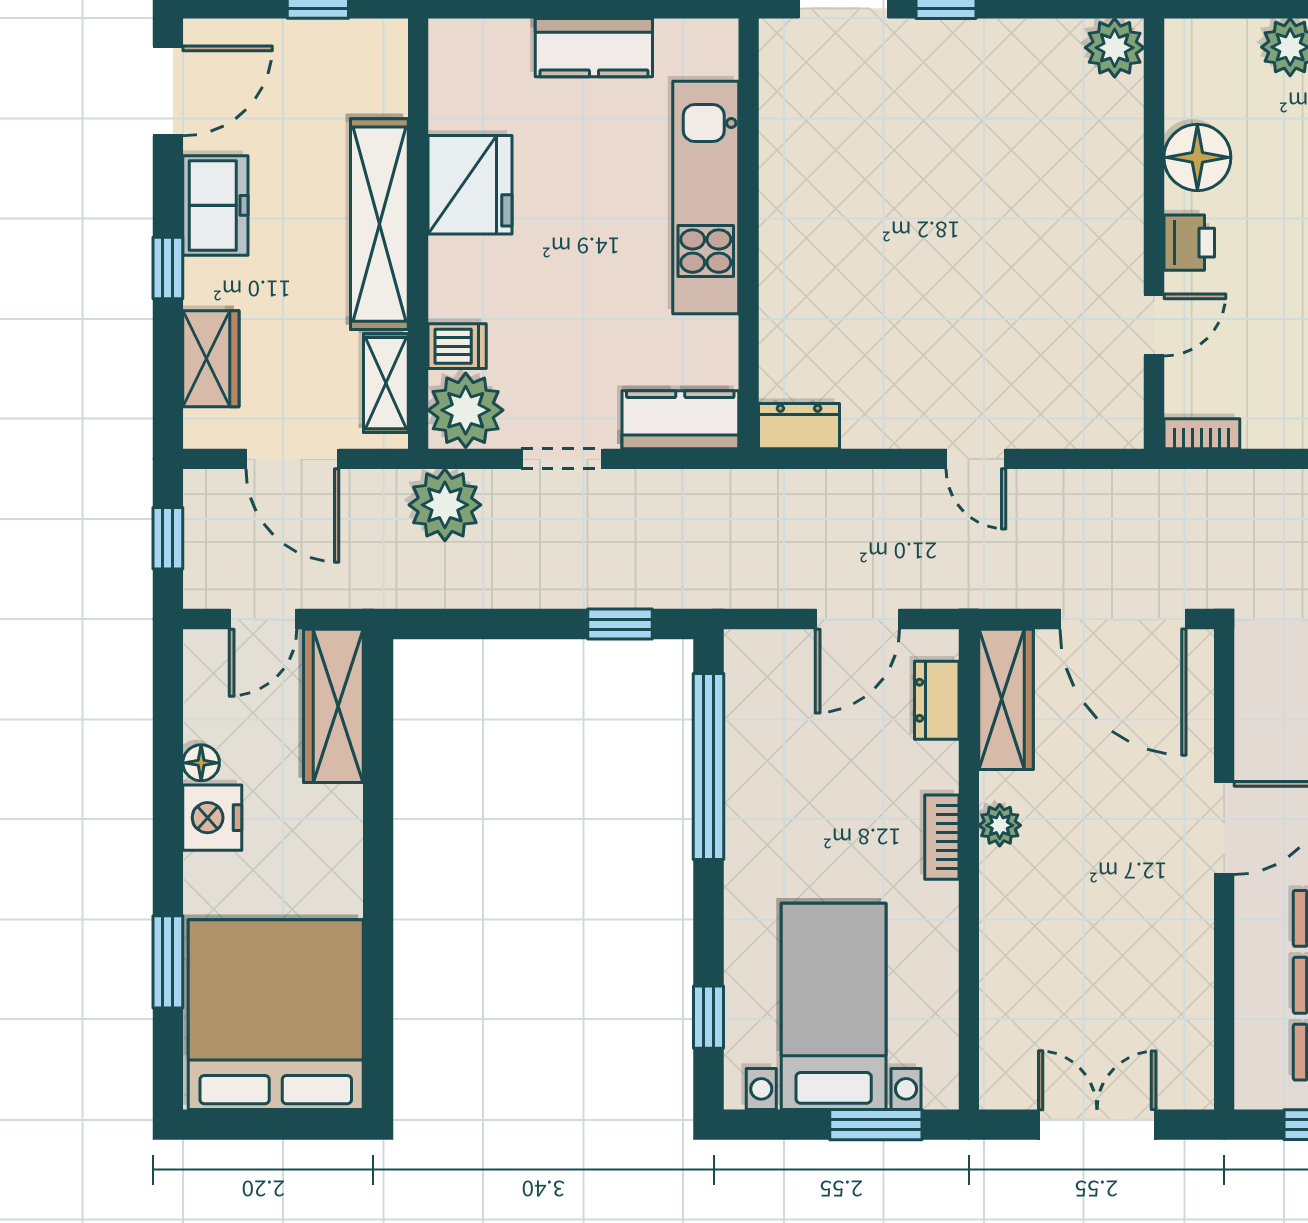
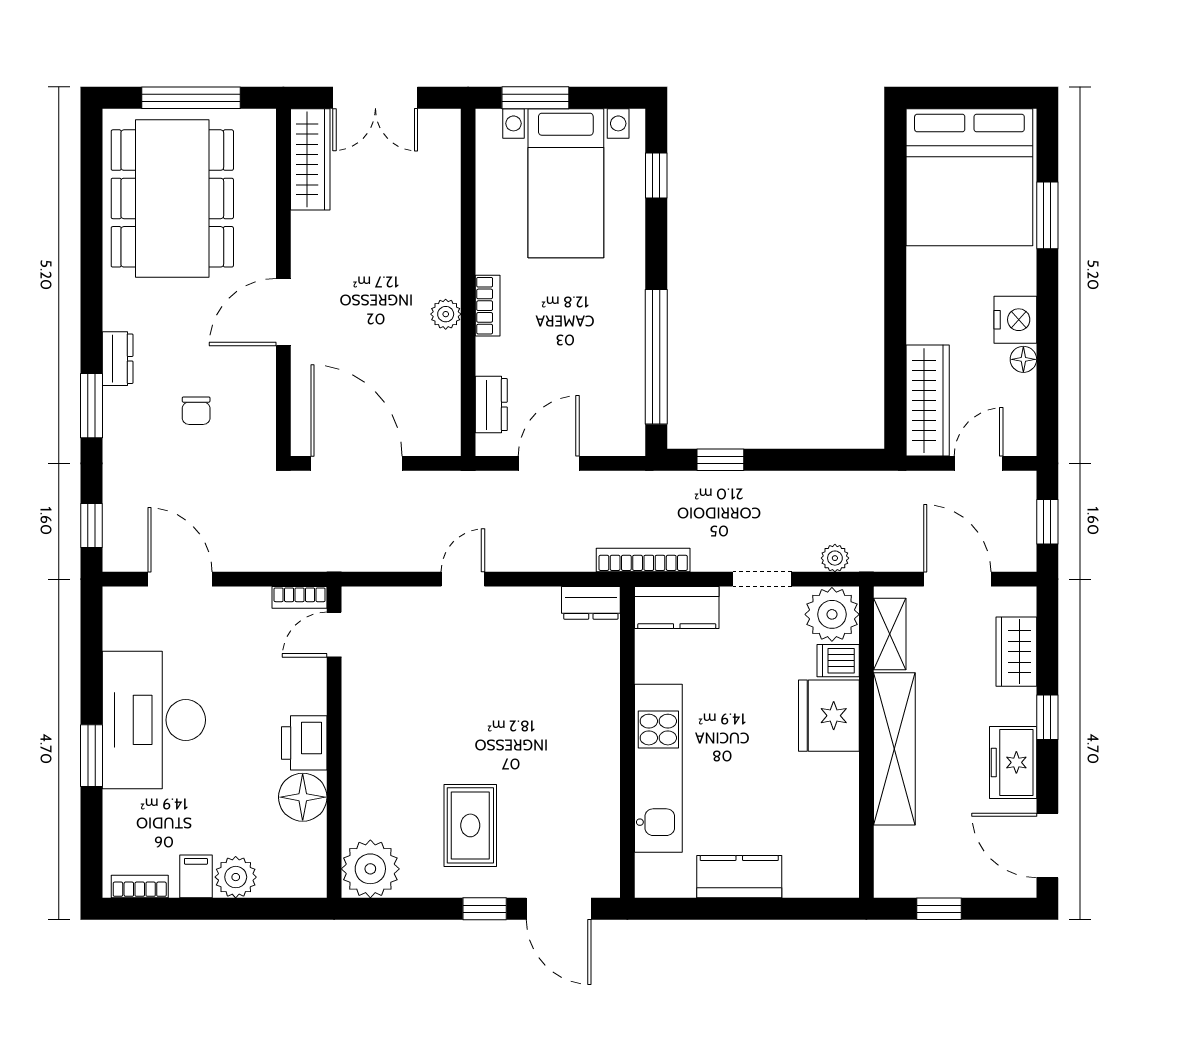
plant: (1115, 48) -> (370, 869), width x1.36, depth x1.36
door: (168, 91) -> (1047, 845), hinge flipped
rug: (966, 118) -> (470, 825), added
fridge: (470, 185) -> (829, 716), moved
printer: (1189, 243) -> (304, 743), width x1.36, depth x1.24
door: (1154, 325) -> (334, 635), moved
door: (976, 459) -> (463, 579), hinge flipped
bookcase: (727, 485) -> (643, 560), added
plant: (445, 505) -> (835, 558), width x0.53, depth x0.53
wardrobe: (1006, 699) -> (310, 159), moved, turned 180

